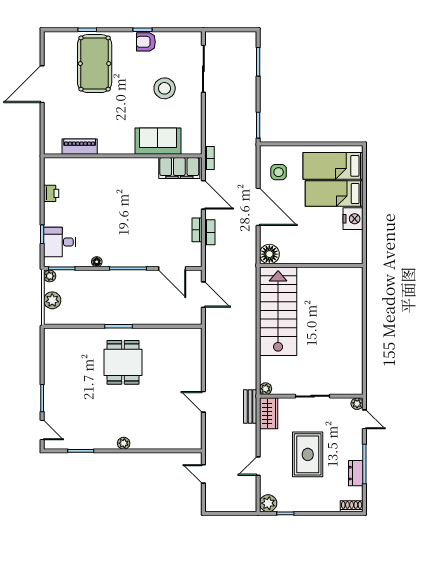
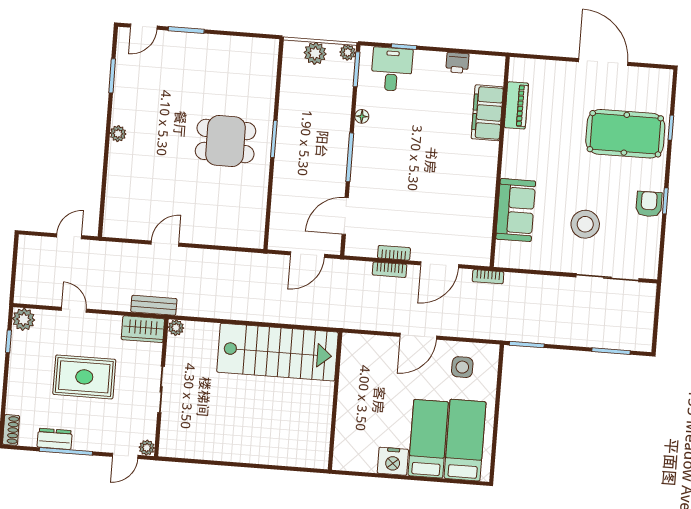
filing cabinet: (179, 168) -> (487, 113), moved
door: (258, 207) -> (418, 336), width x0.73
floor lamp: (269, 254) -> (354, 347), removed

